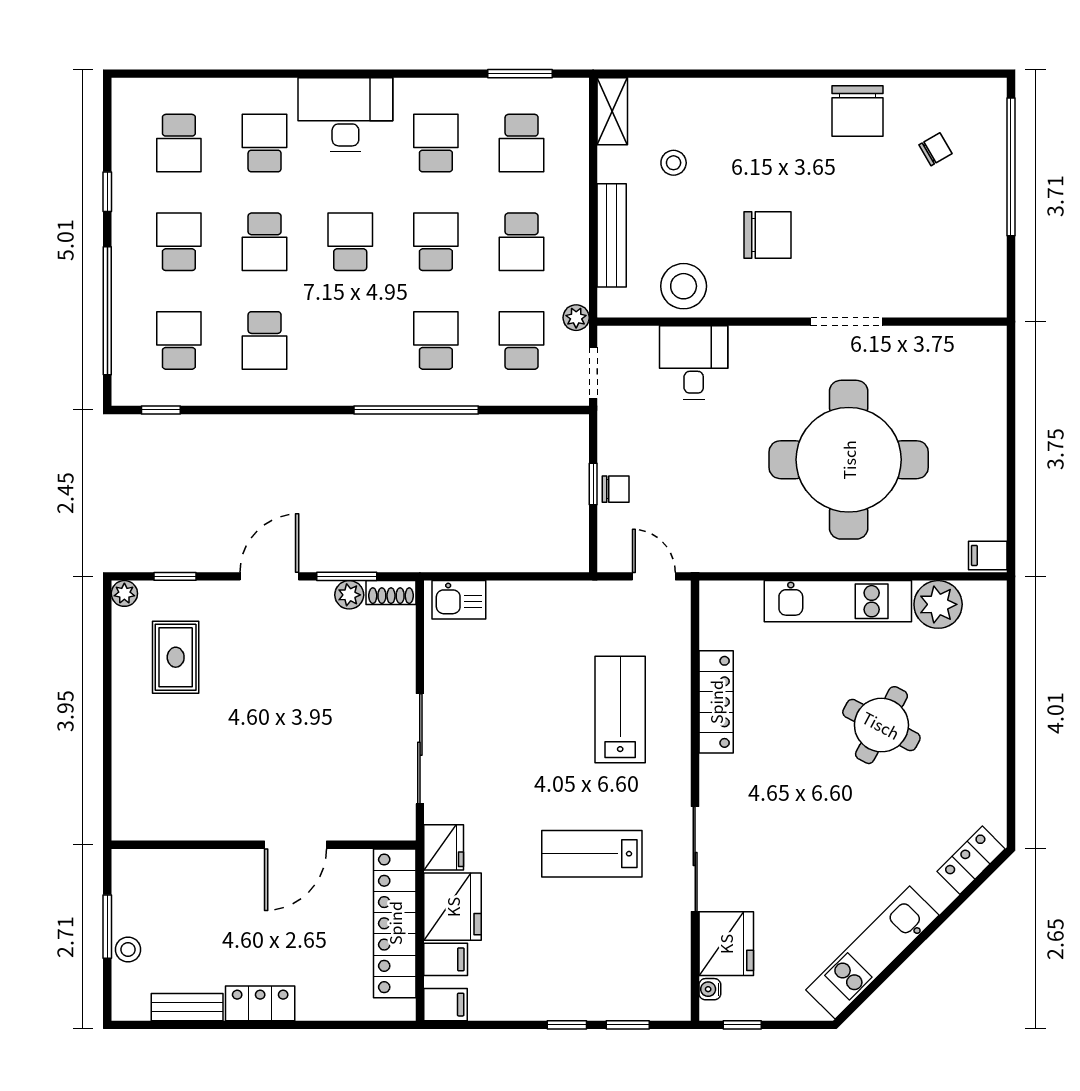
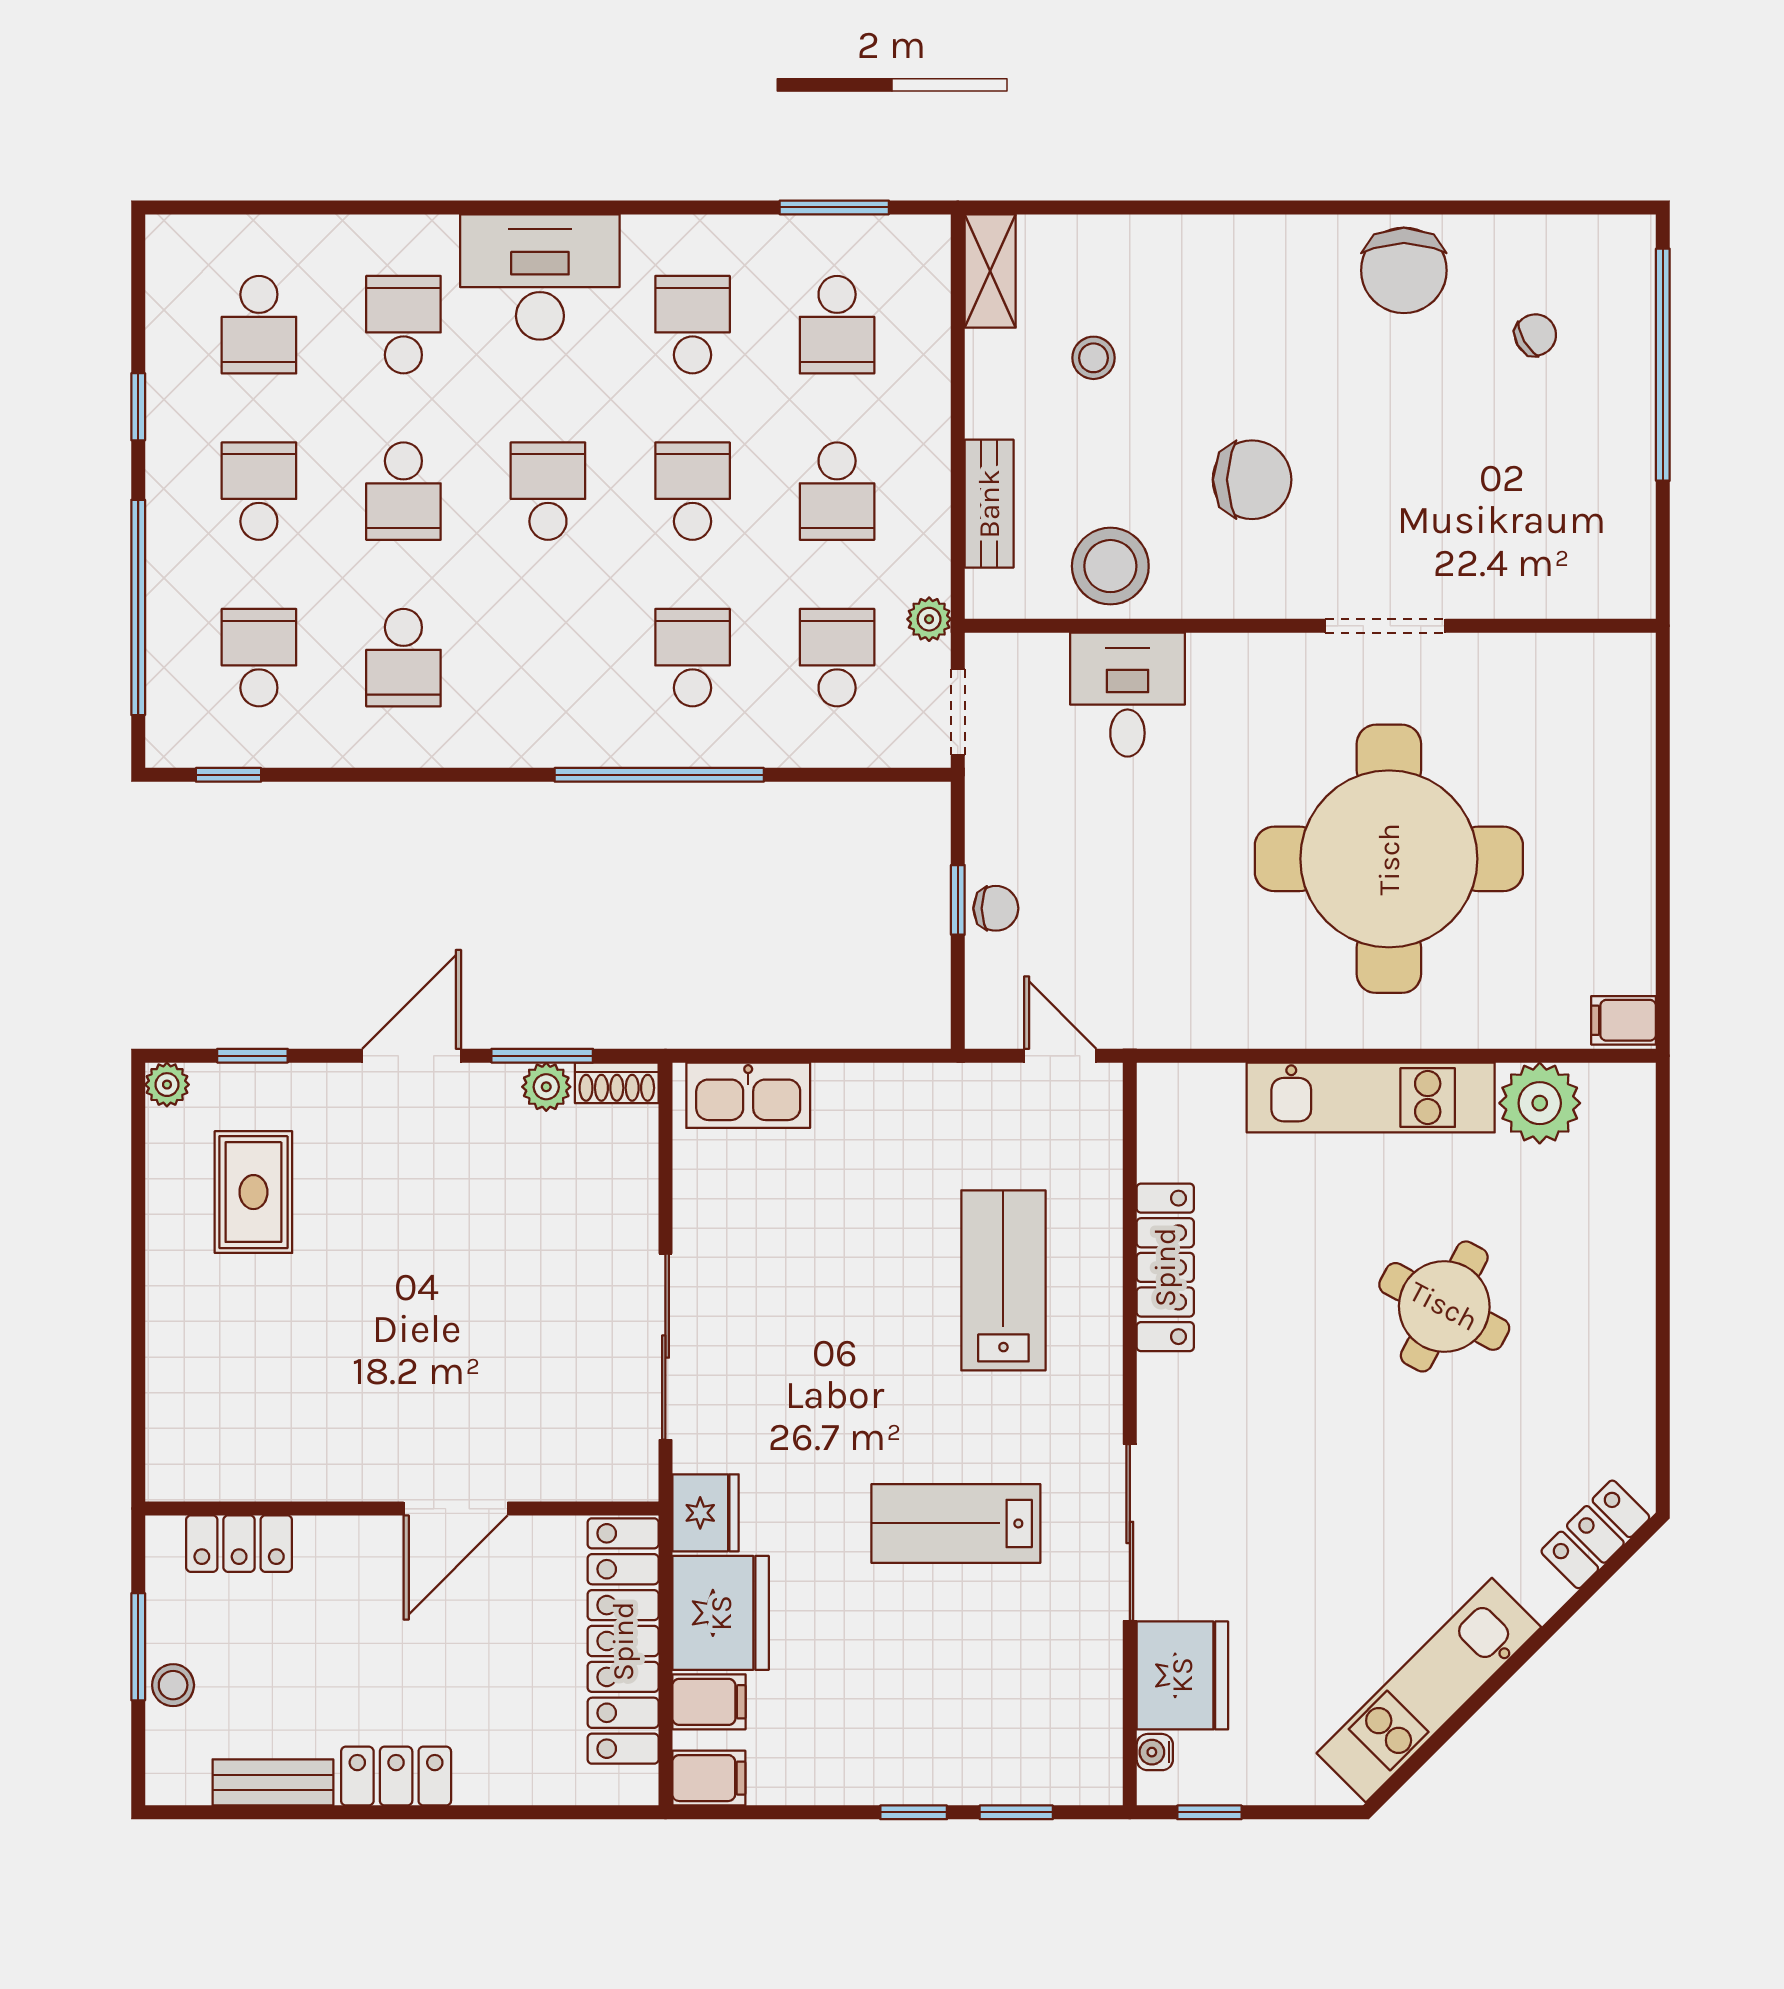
bench: (612, 235) -> (989, 504), width x0.73
kitchen sink: (459, 600) -> (748, 1095), width x1.38
locker: (167, 866) -> (239, 1544), added

